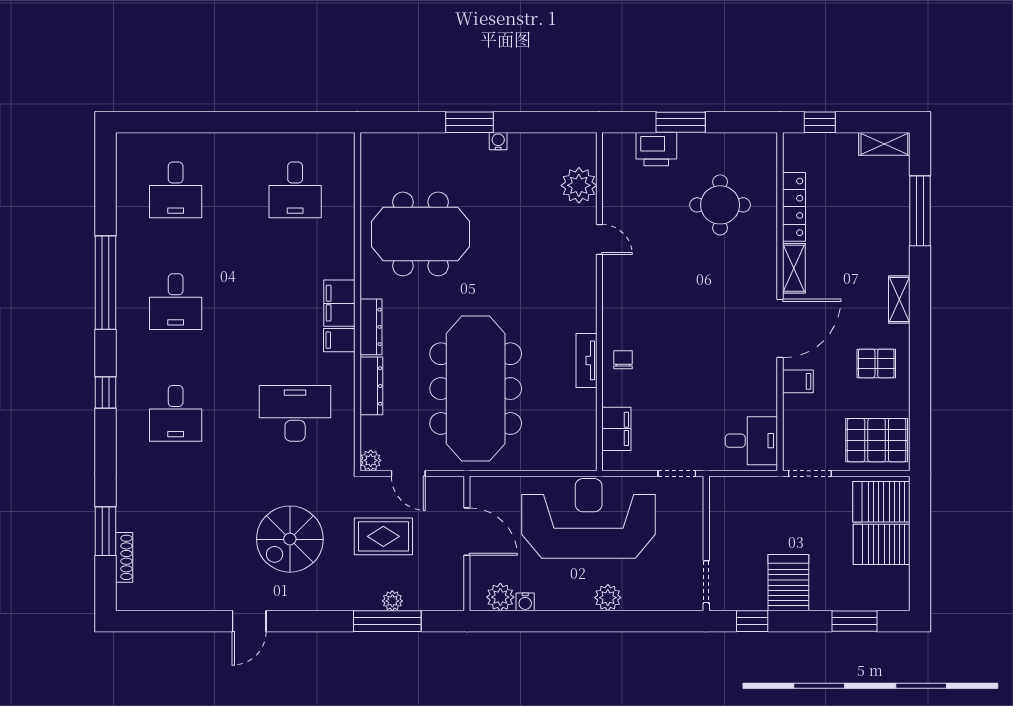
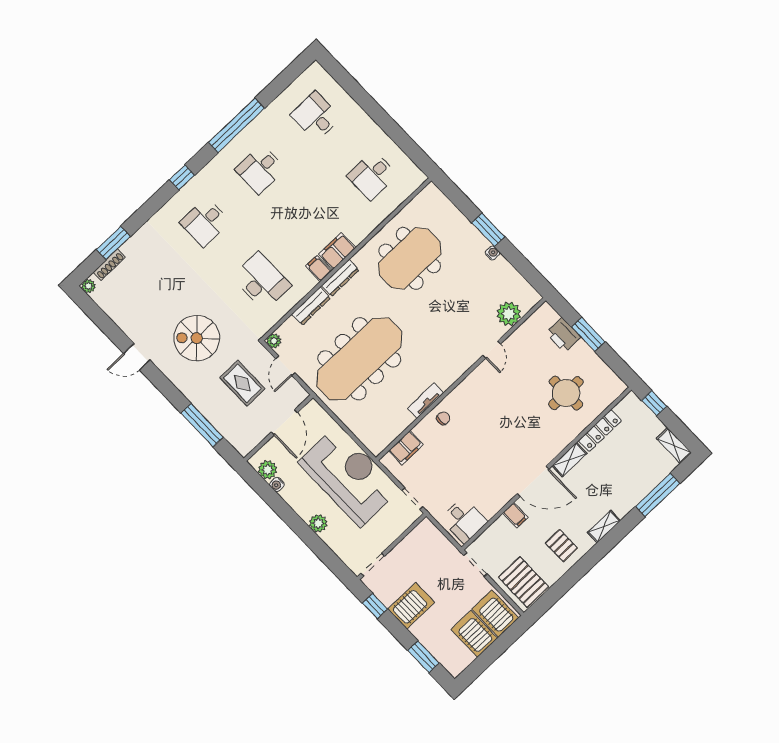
desk: (176, 190) -> (316, 116), turned 90
meeting table: (421, 234) -> (410, 258), turned 90
plant: (392, 601) -> (88, 286), moved

